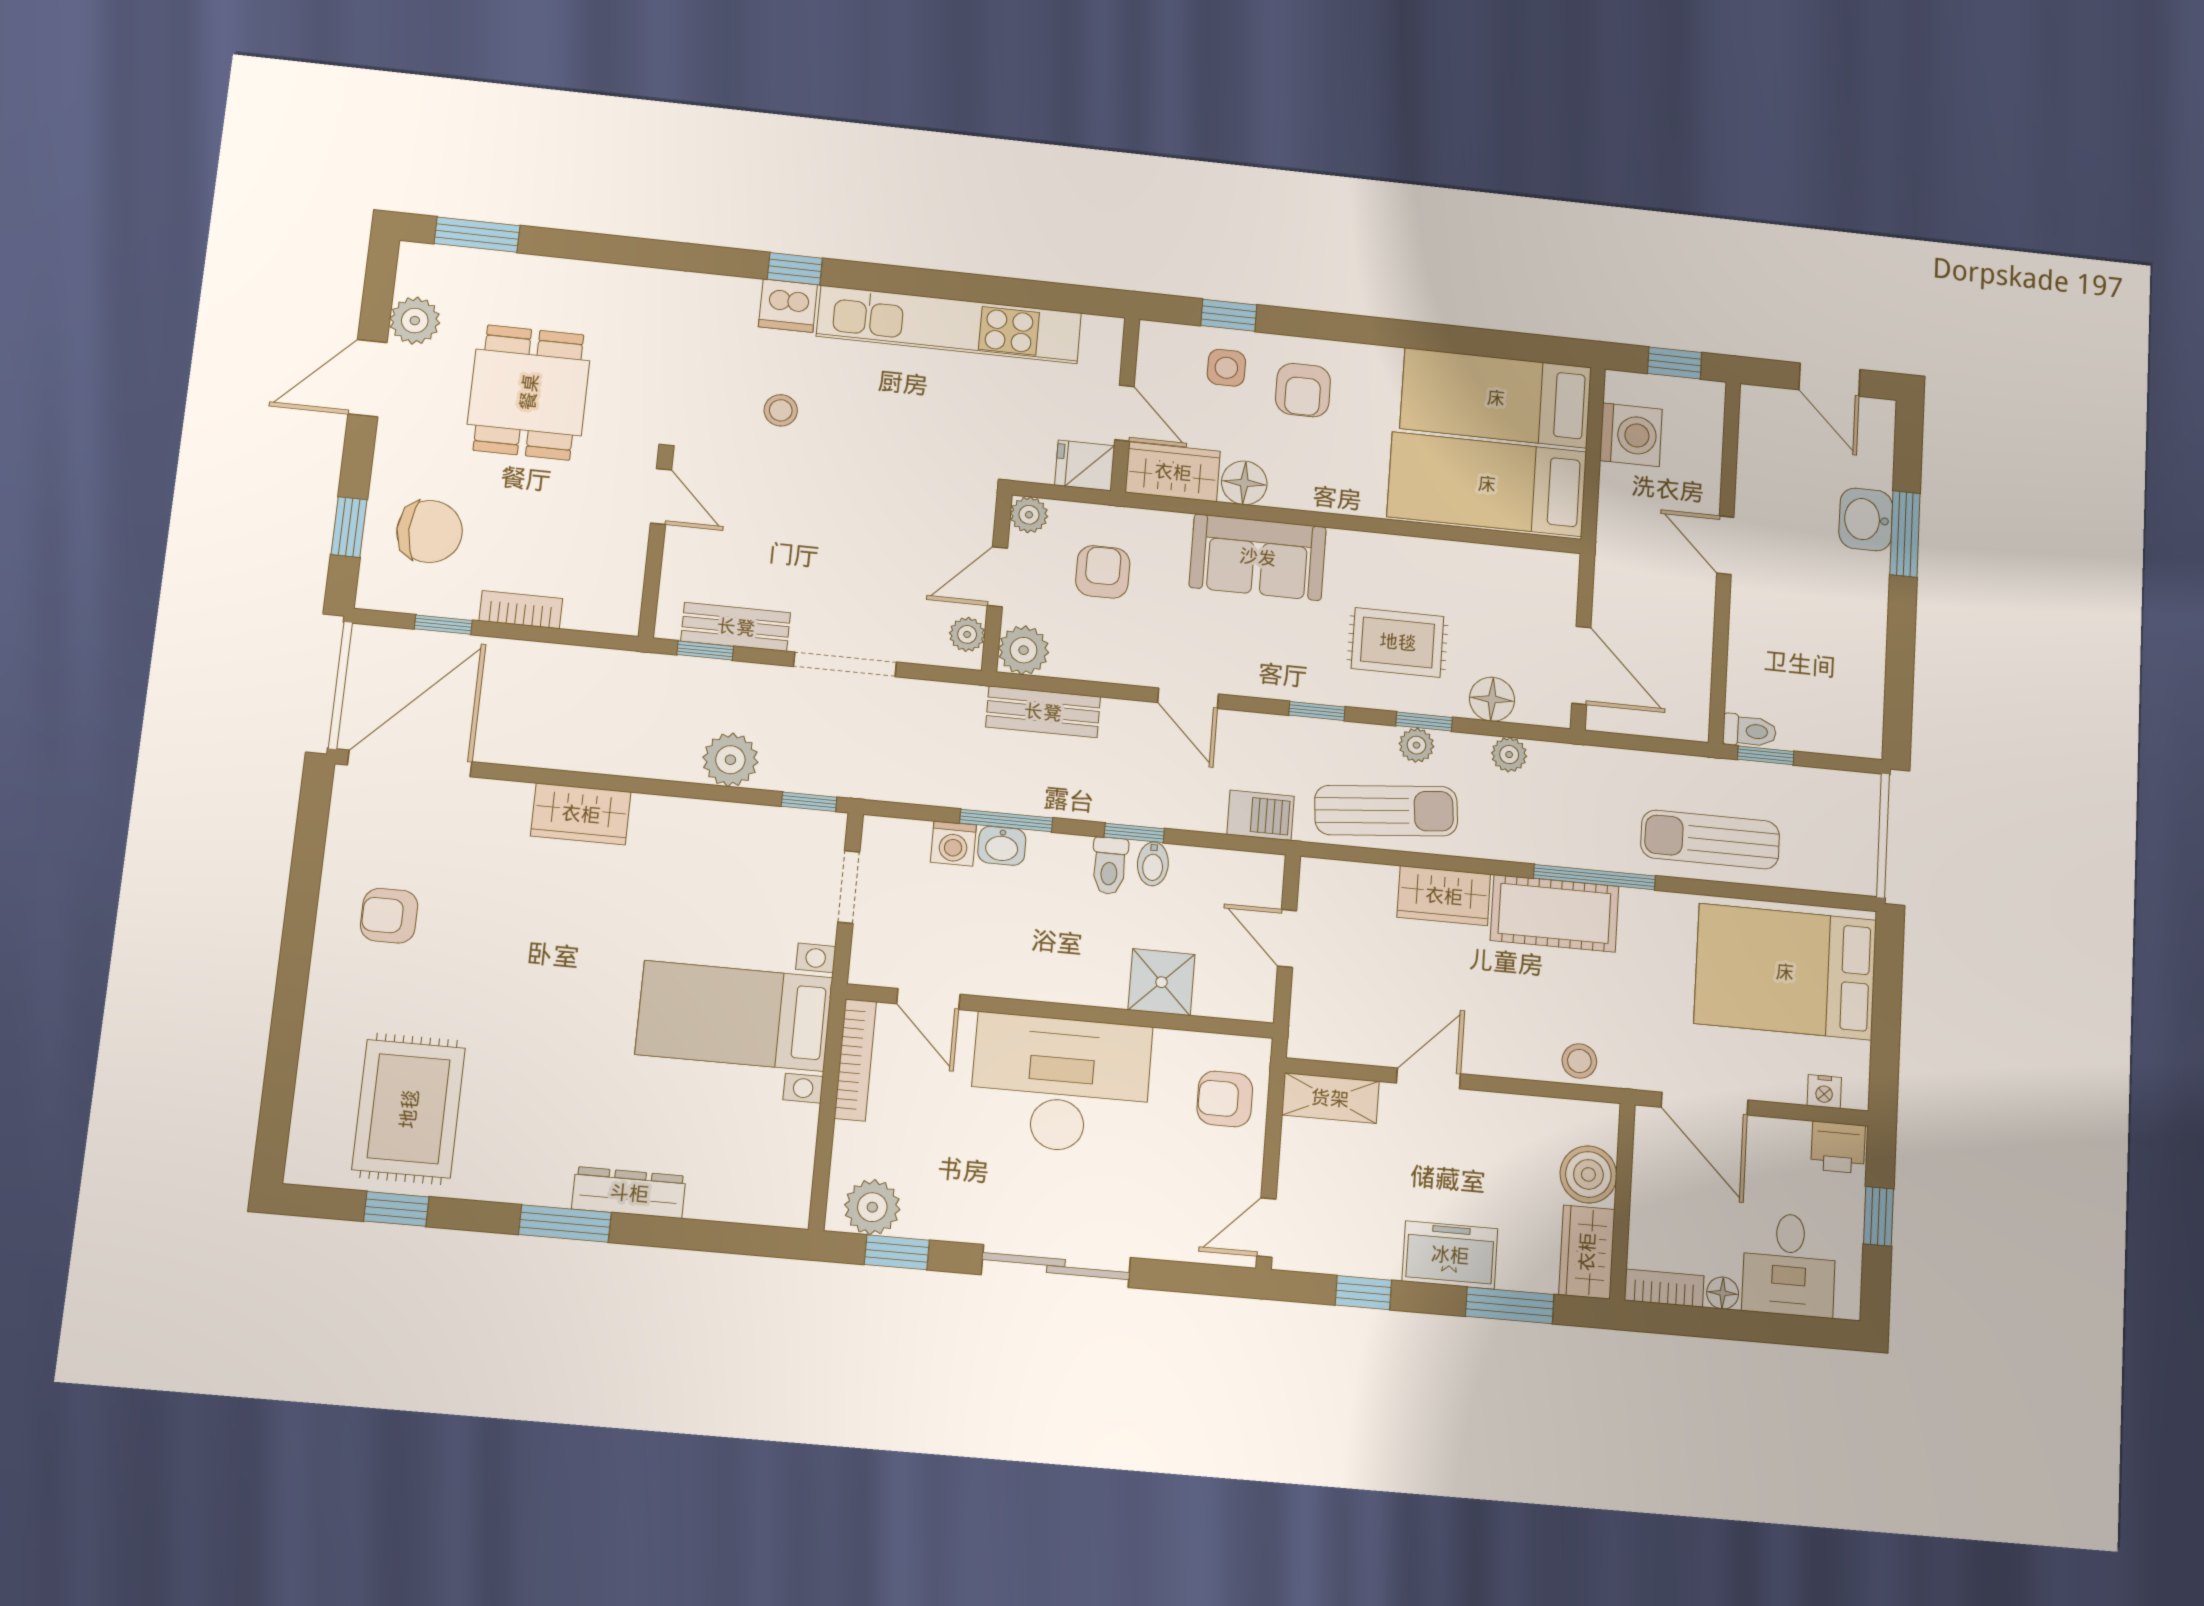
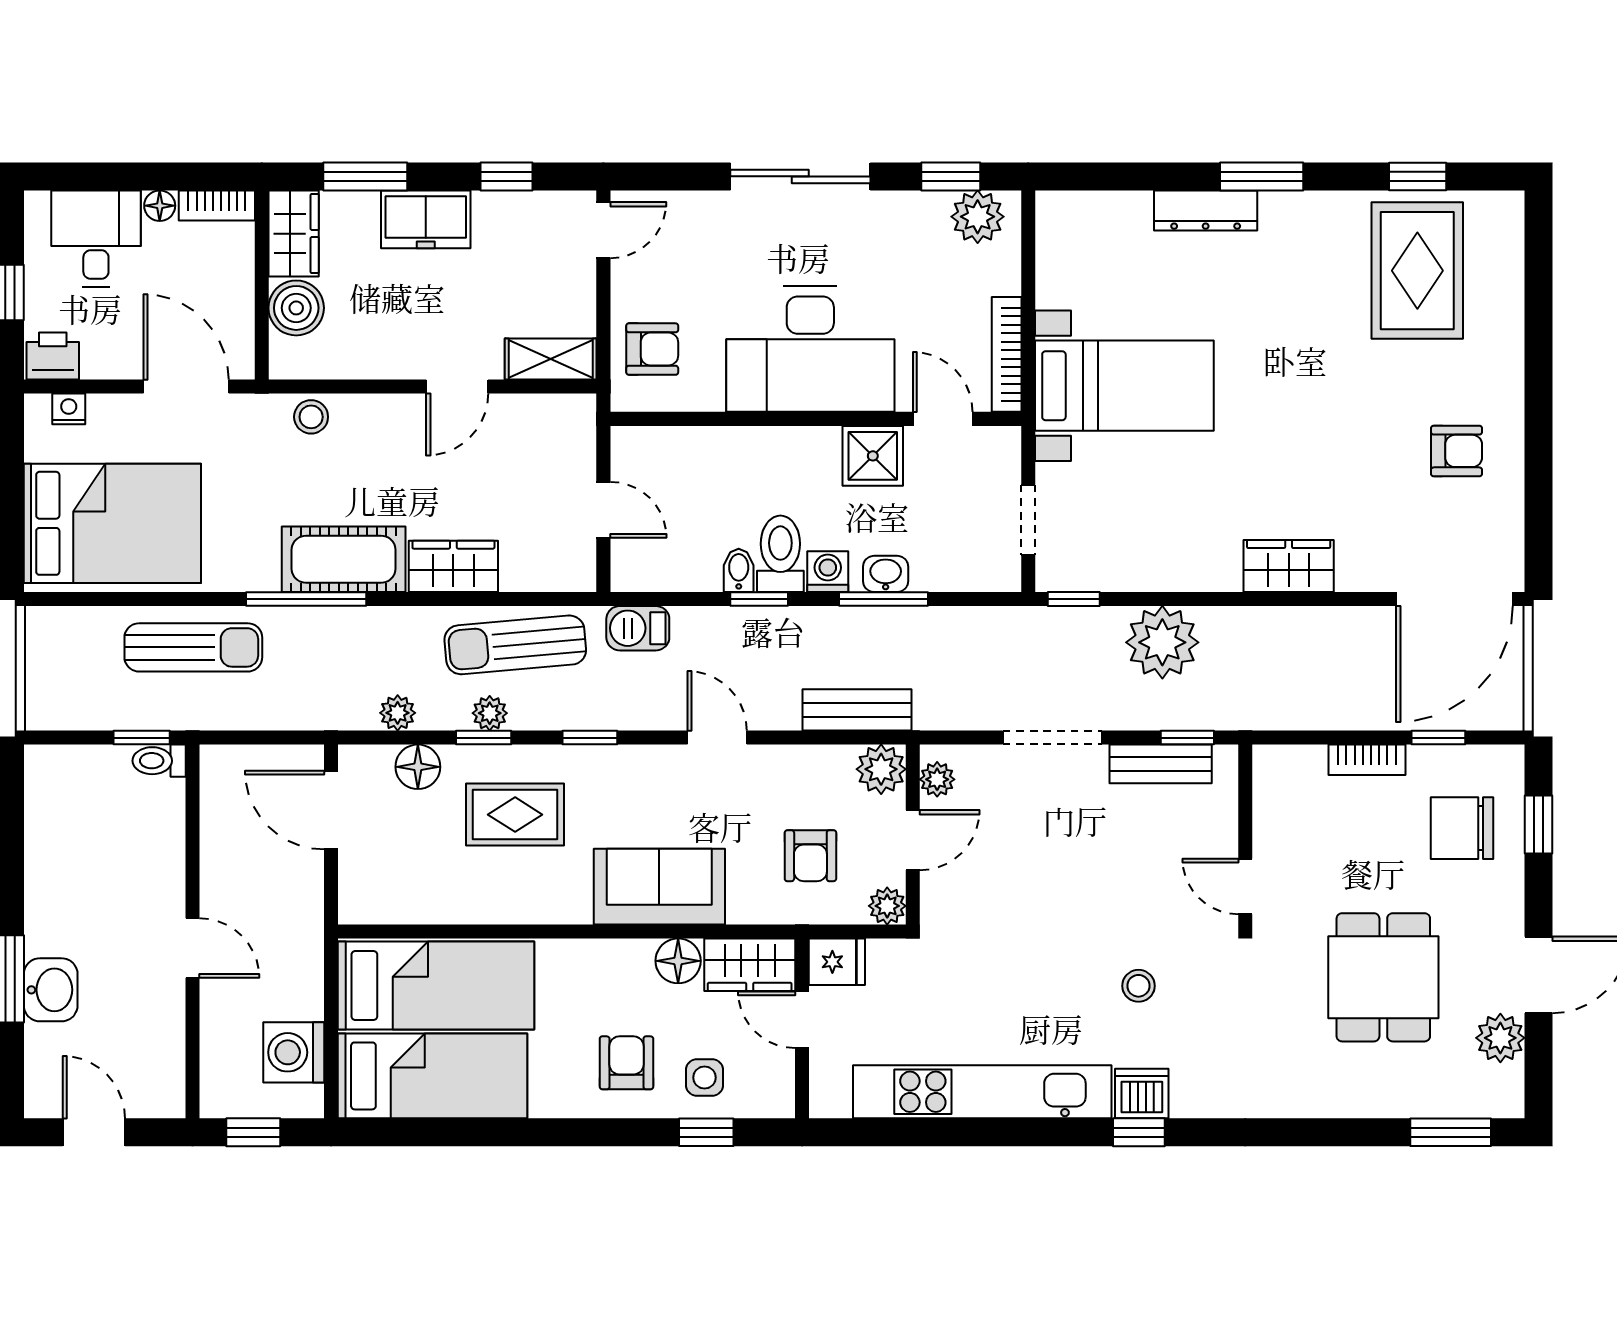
plant: (730, 760) -> (1162, 642), width x1.36, depth x1.36
washing machine: (953, 844) -> (828, 572), moved
toilet: (1110, 866) -> (780, 554), width x1.37, depth x1.39
shower: (1161, 982) -> (873, 456), moved

